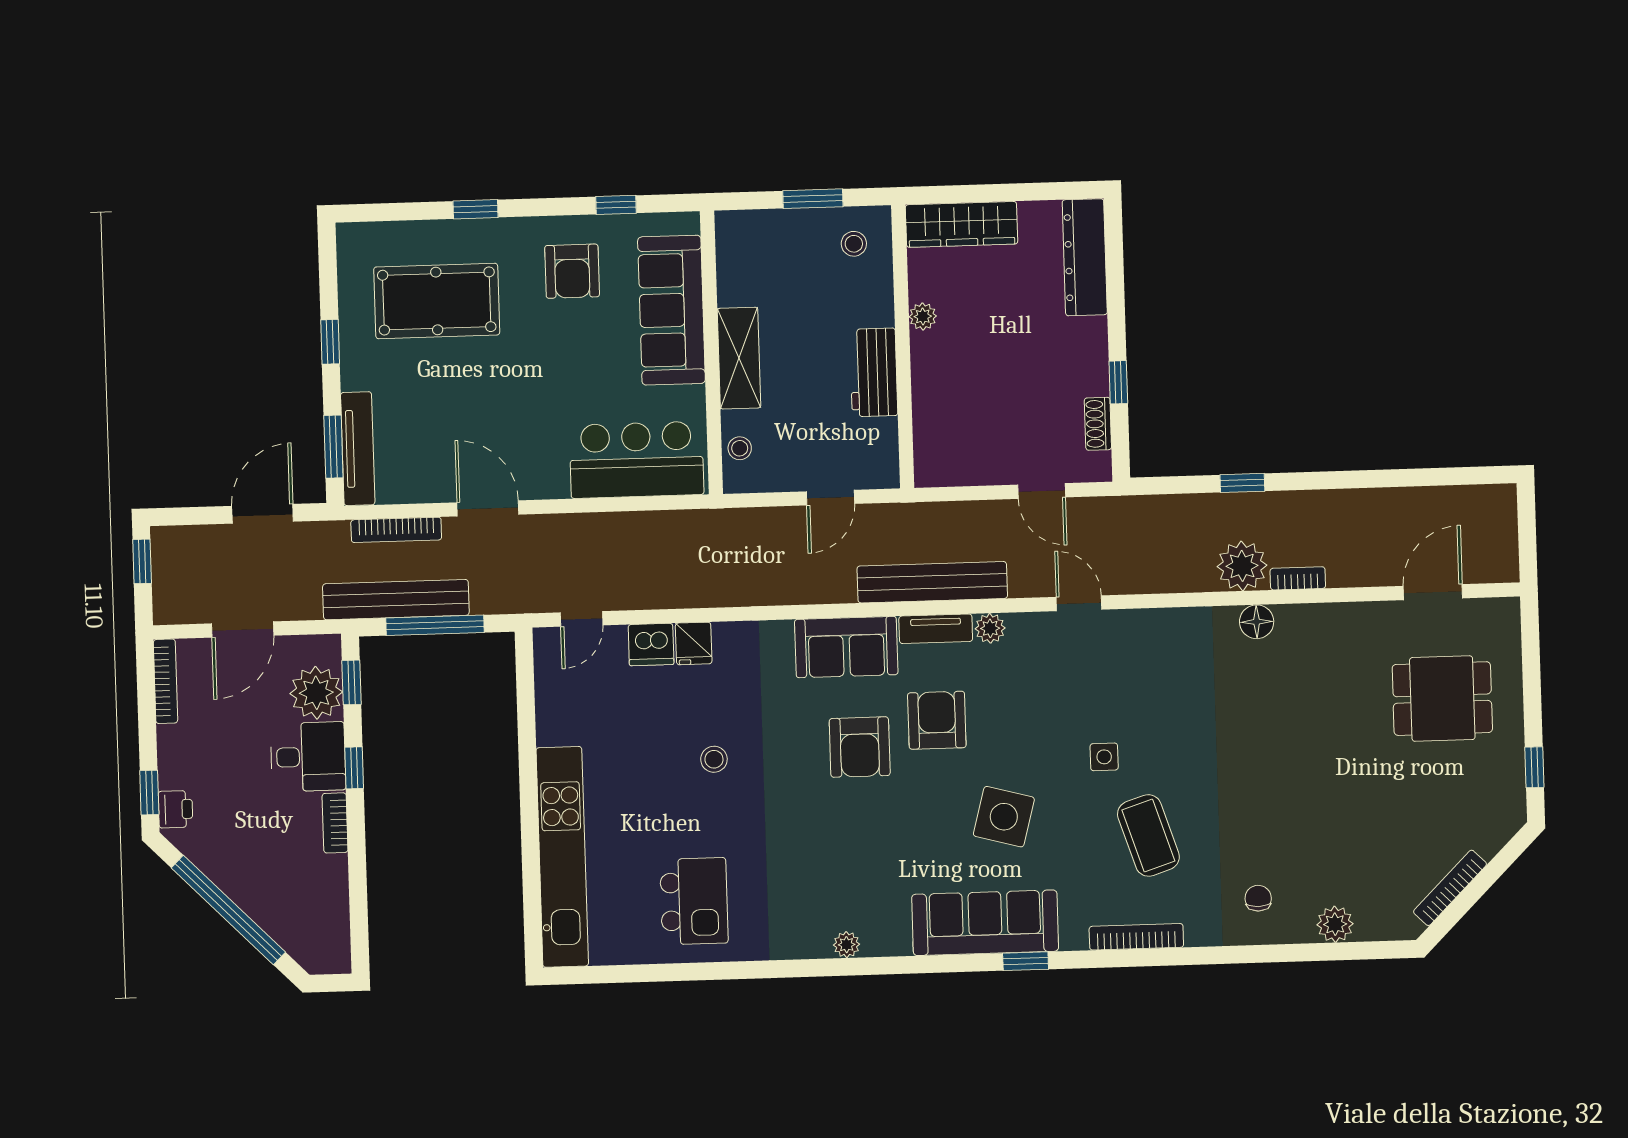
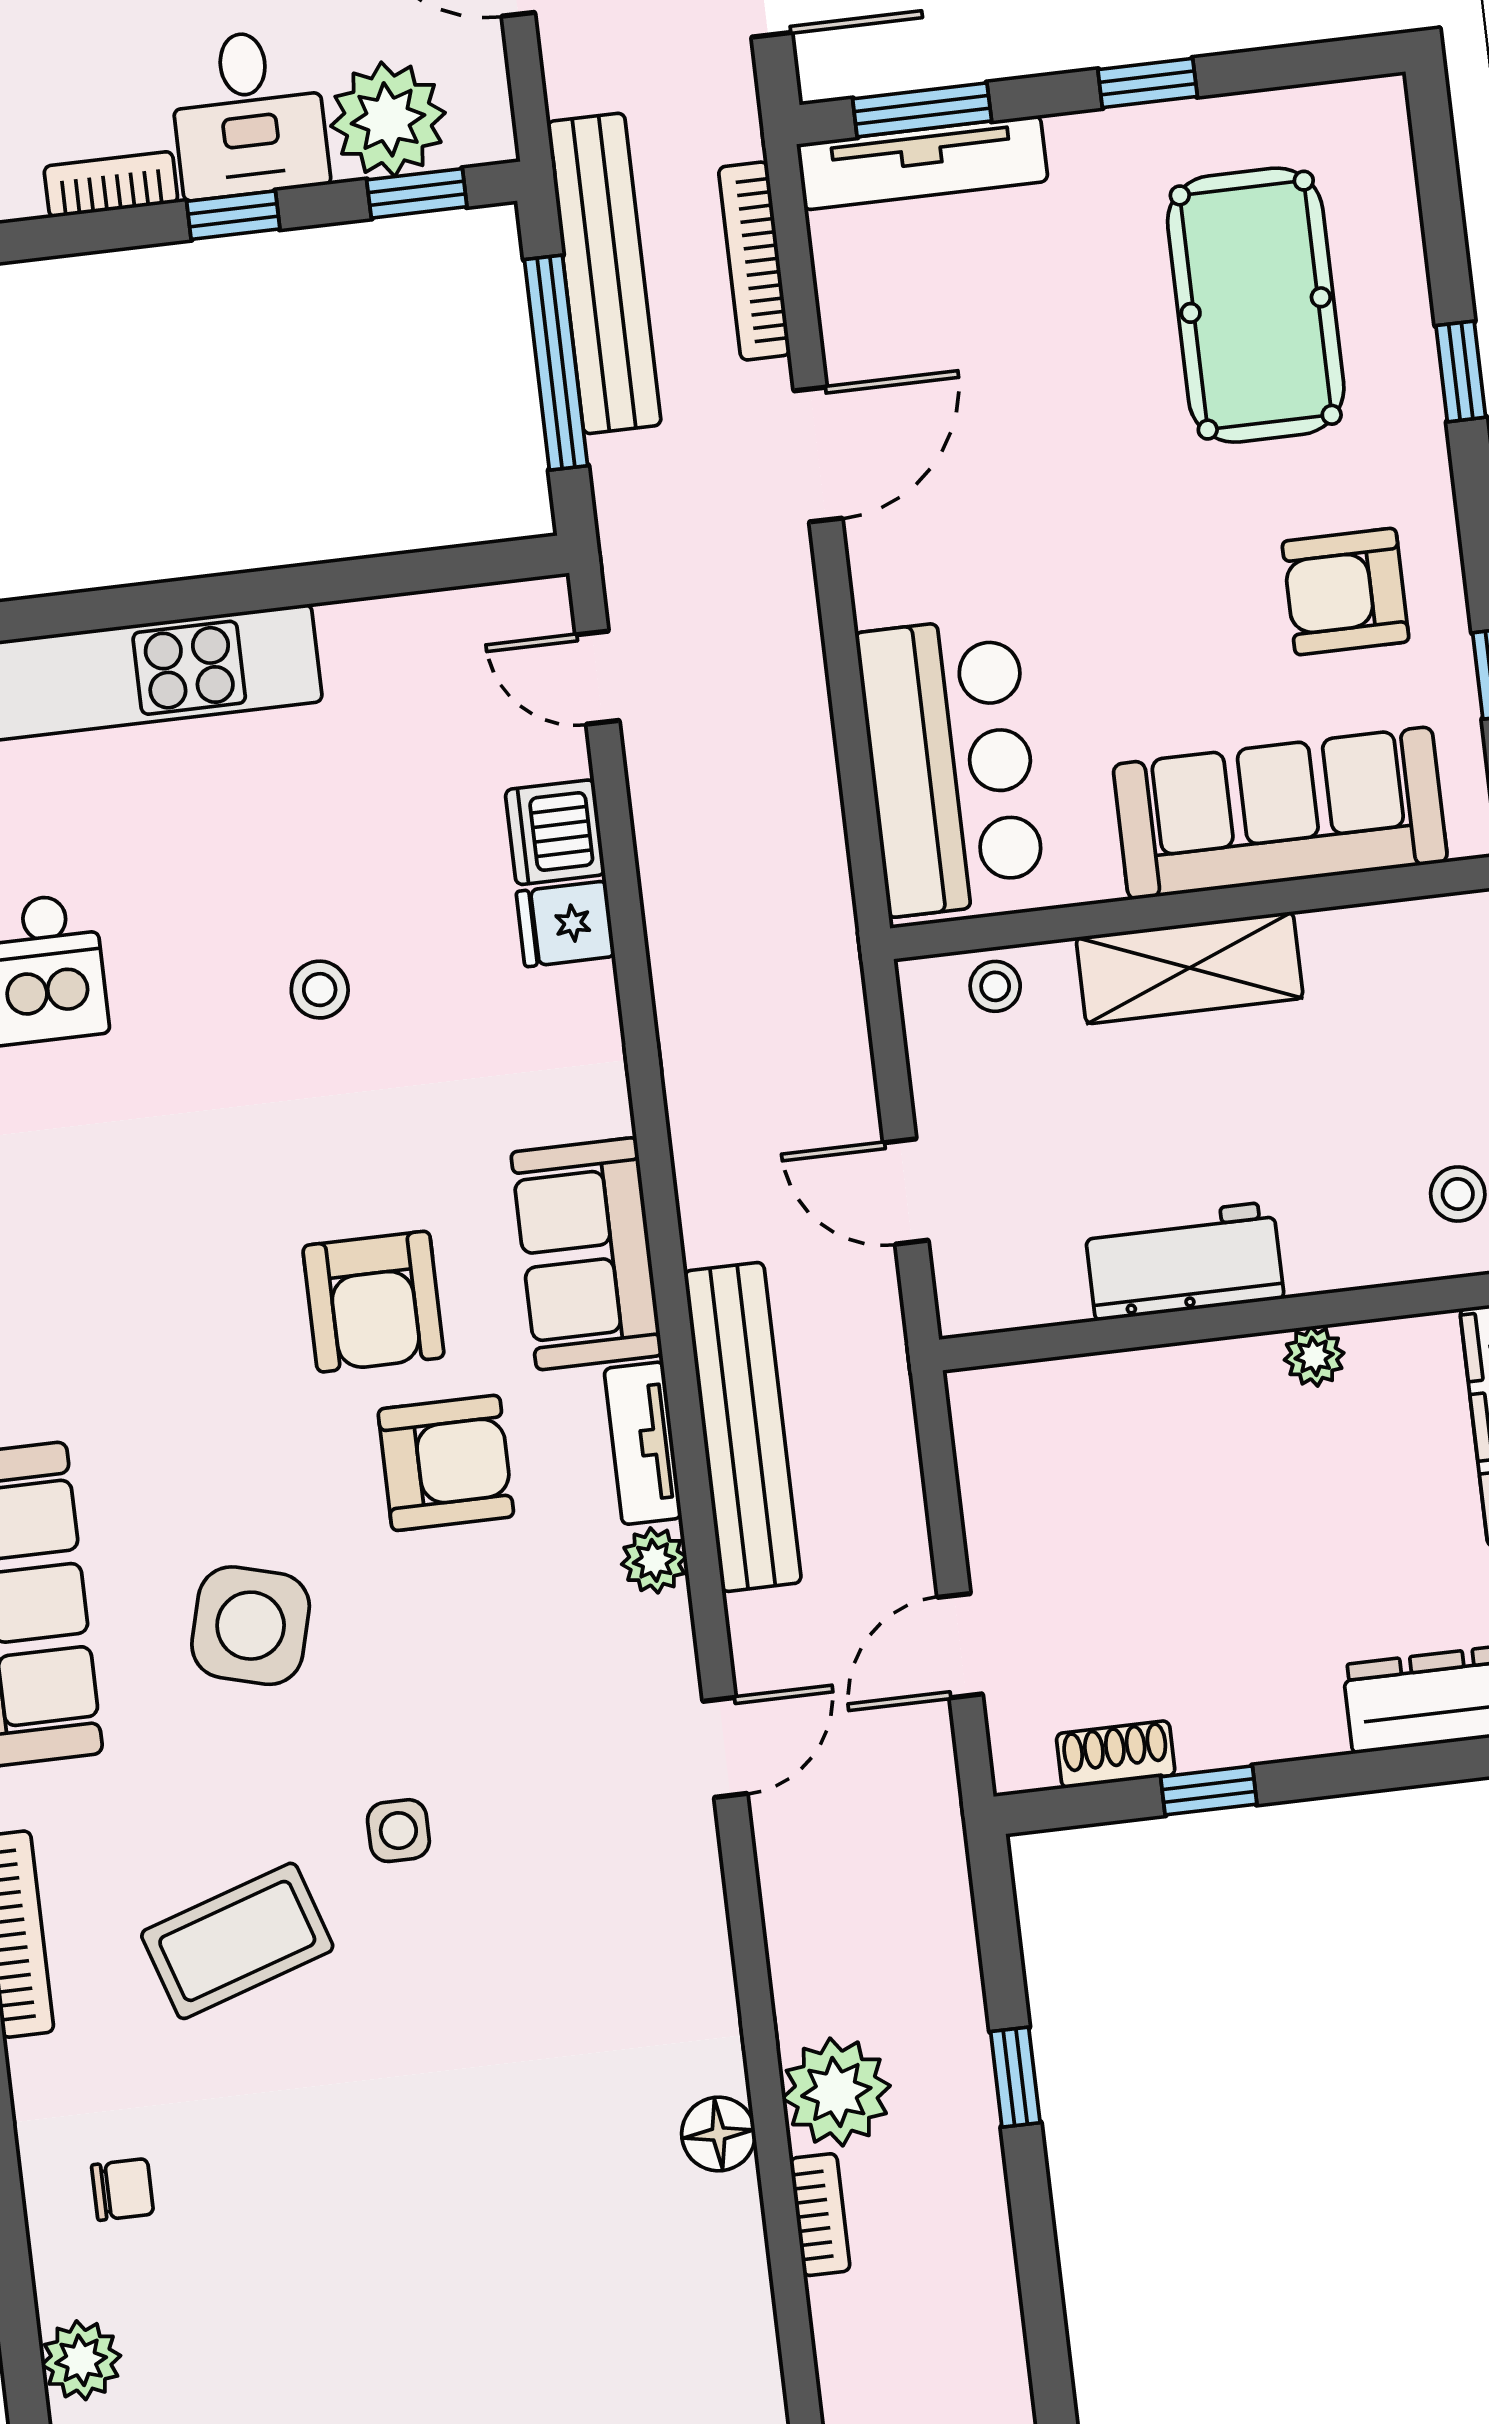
armchair: (860, 747) -> (373, 1302), turned -90

